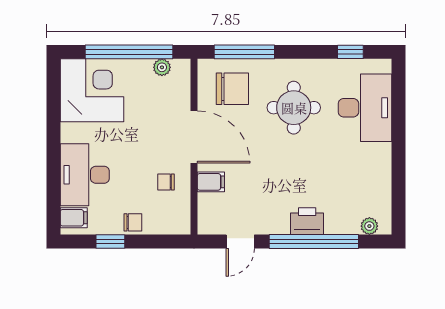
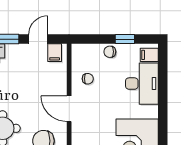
door: (194, 137) -> (69, 109), width x0.73
filing cabinet: (211, 182) -> (55, 53), moved, turned -90

